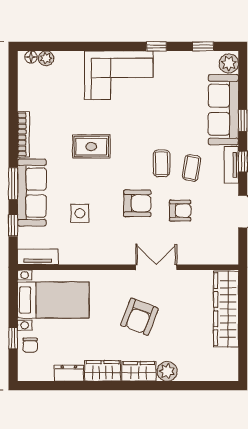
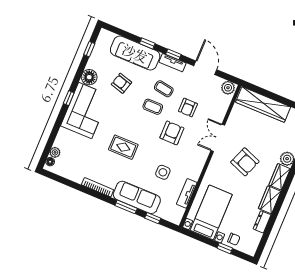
window: (156, 46) -> (69, 98), moved
floor lamp: (166, 62) -> (89, 77), added
plant: (229, 63) -> (228, 88), moved
armchair: (175, 108) -> (121, 83), added
rug: (91, 147) -> (123, 147), turned 90
armchair: (180, 211) -> (188, 108), turned 180
tv unit: (38, 257) -> (187, 193), moved

